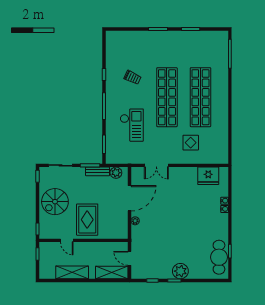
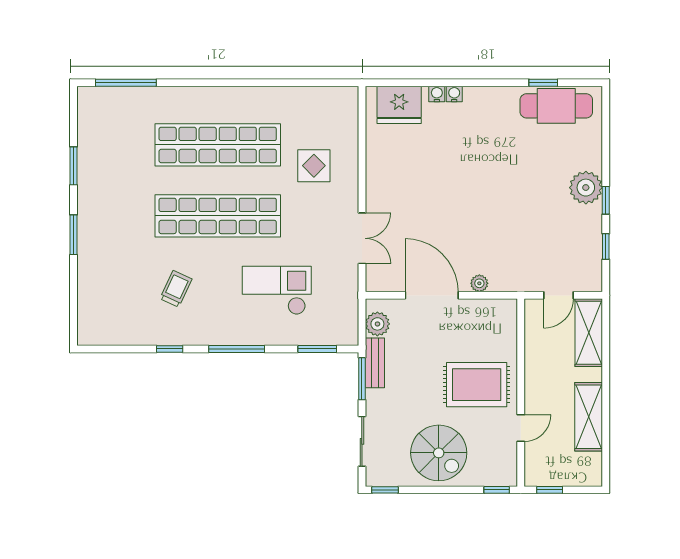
fridge: (208, 176) -> (399, 105), moved, turned 90

